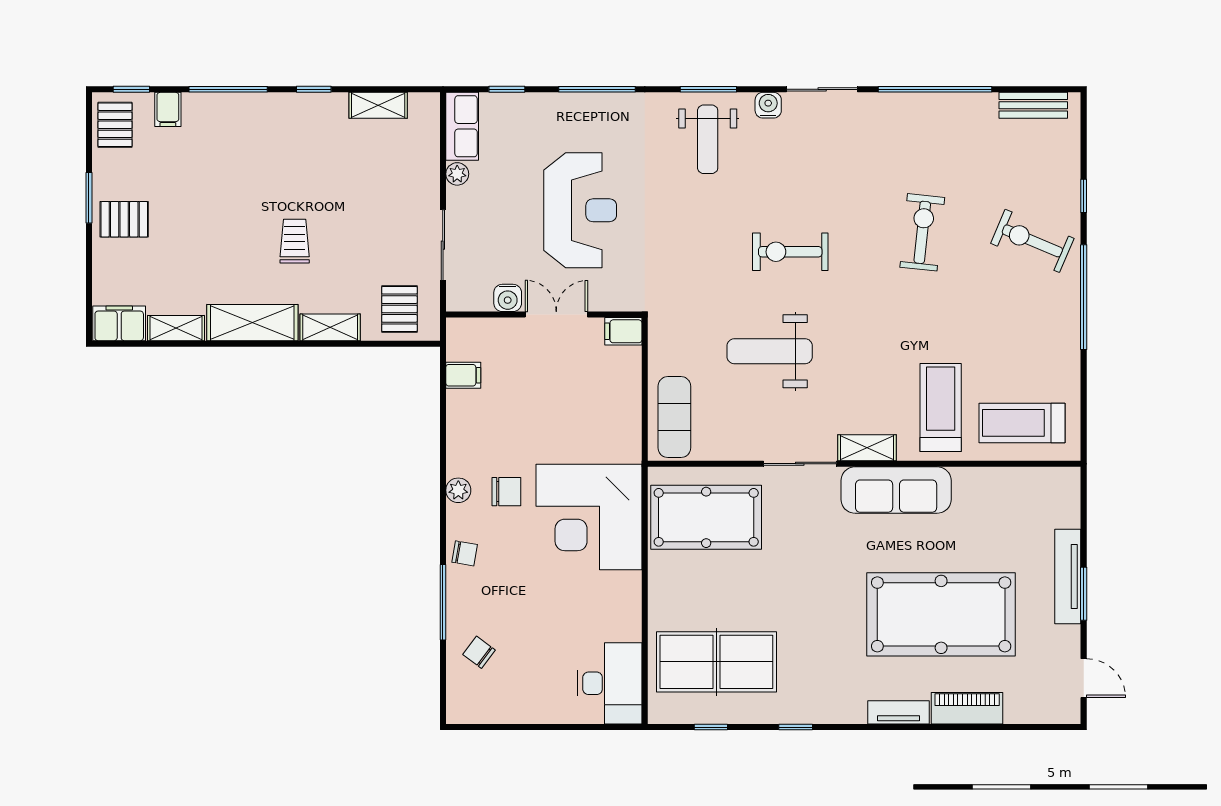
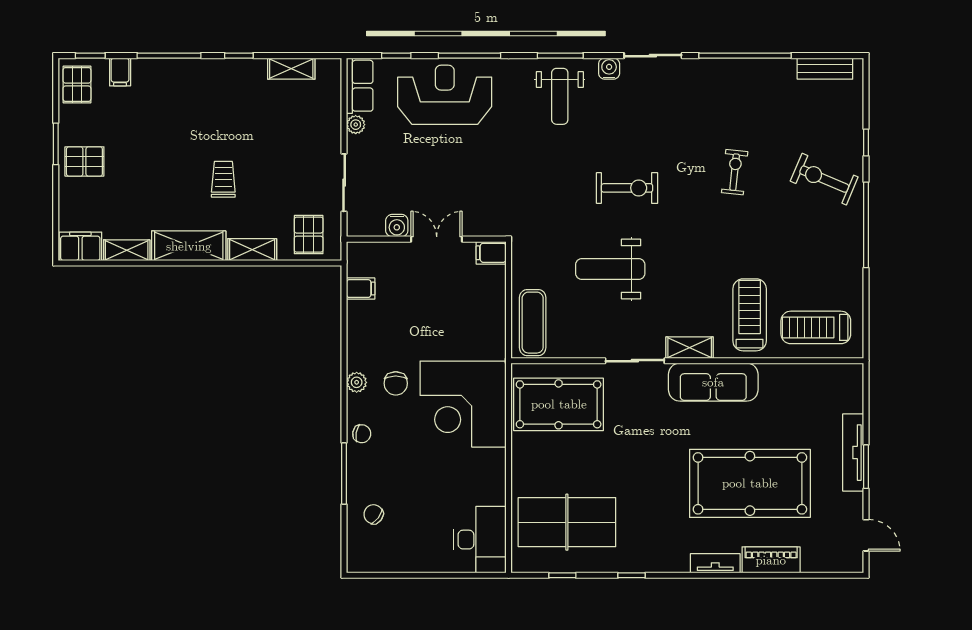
reception desk: (580, 210) -> (445, 95), moved, turned -90
exercise bike: (922, 232) -> (735, 172), width x0.73, depth x0.72
exercise bike: (790, 252) -> (627, 188), turned 180
chair: (506, 492) -> (396, 383), turned 90

